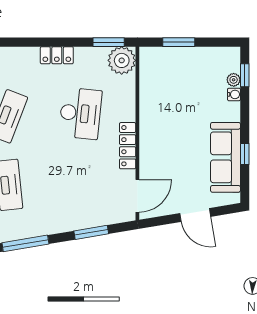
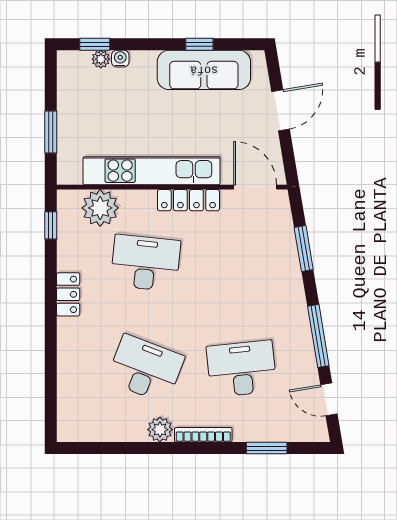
window: (109, 42) -> (51, 225), width x0.67
plant: (122, 60) -> (100, 208), moved
kitchen unit: (150, 118) -> (152, 171), added

